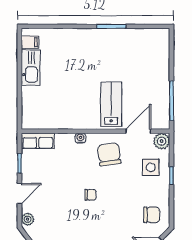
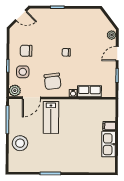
filing cabinet: (30, 42) -> (109, 126), moved
stool: (154, 68) -> (20, 143), added
row of seats: (38, 141) -> (89, 91), moved
chair: (152, 215) -> (26, 51), moved

